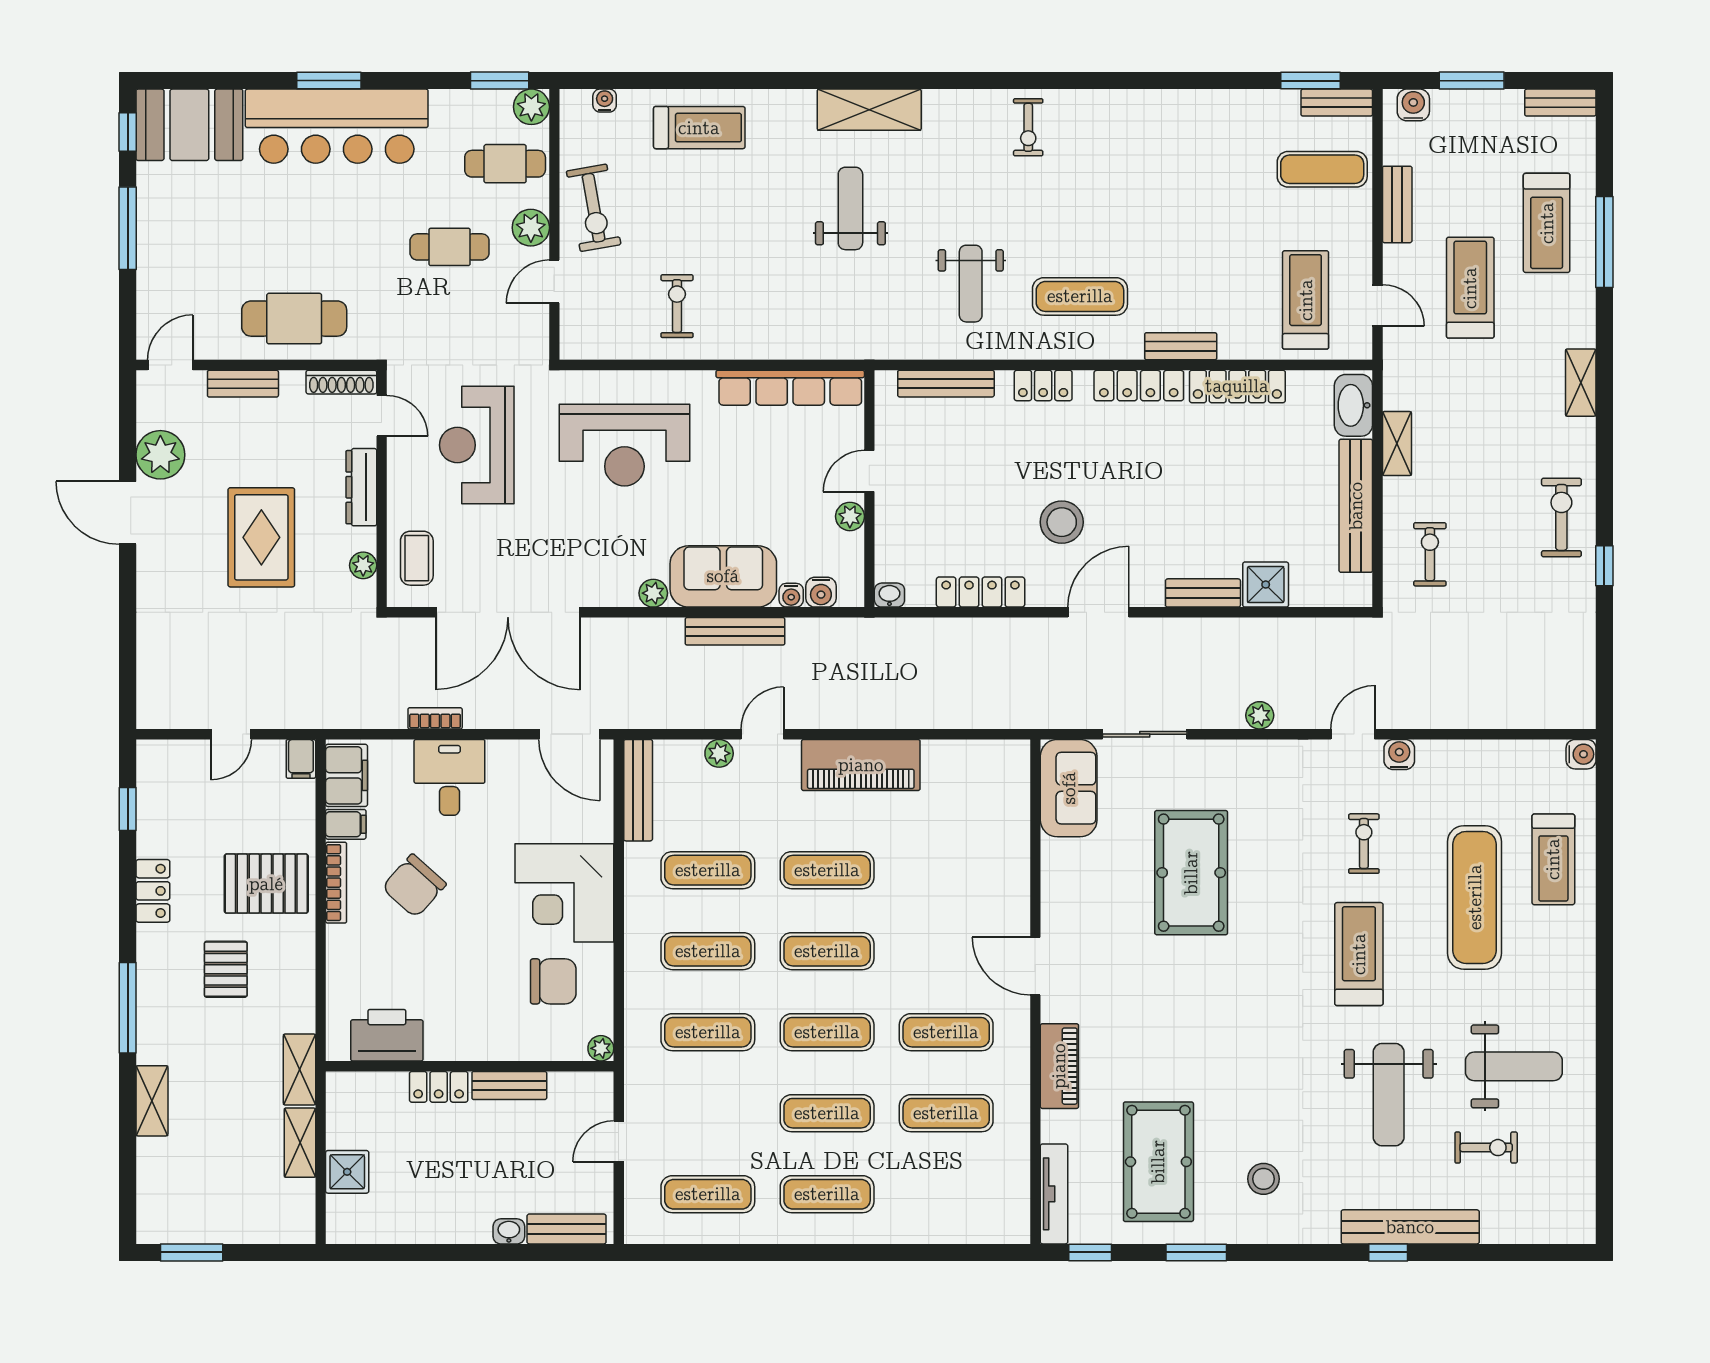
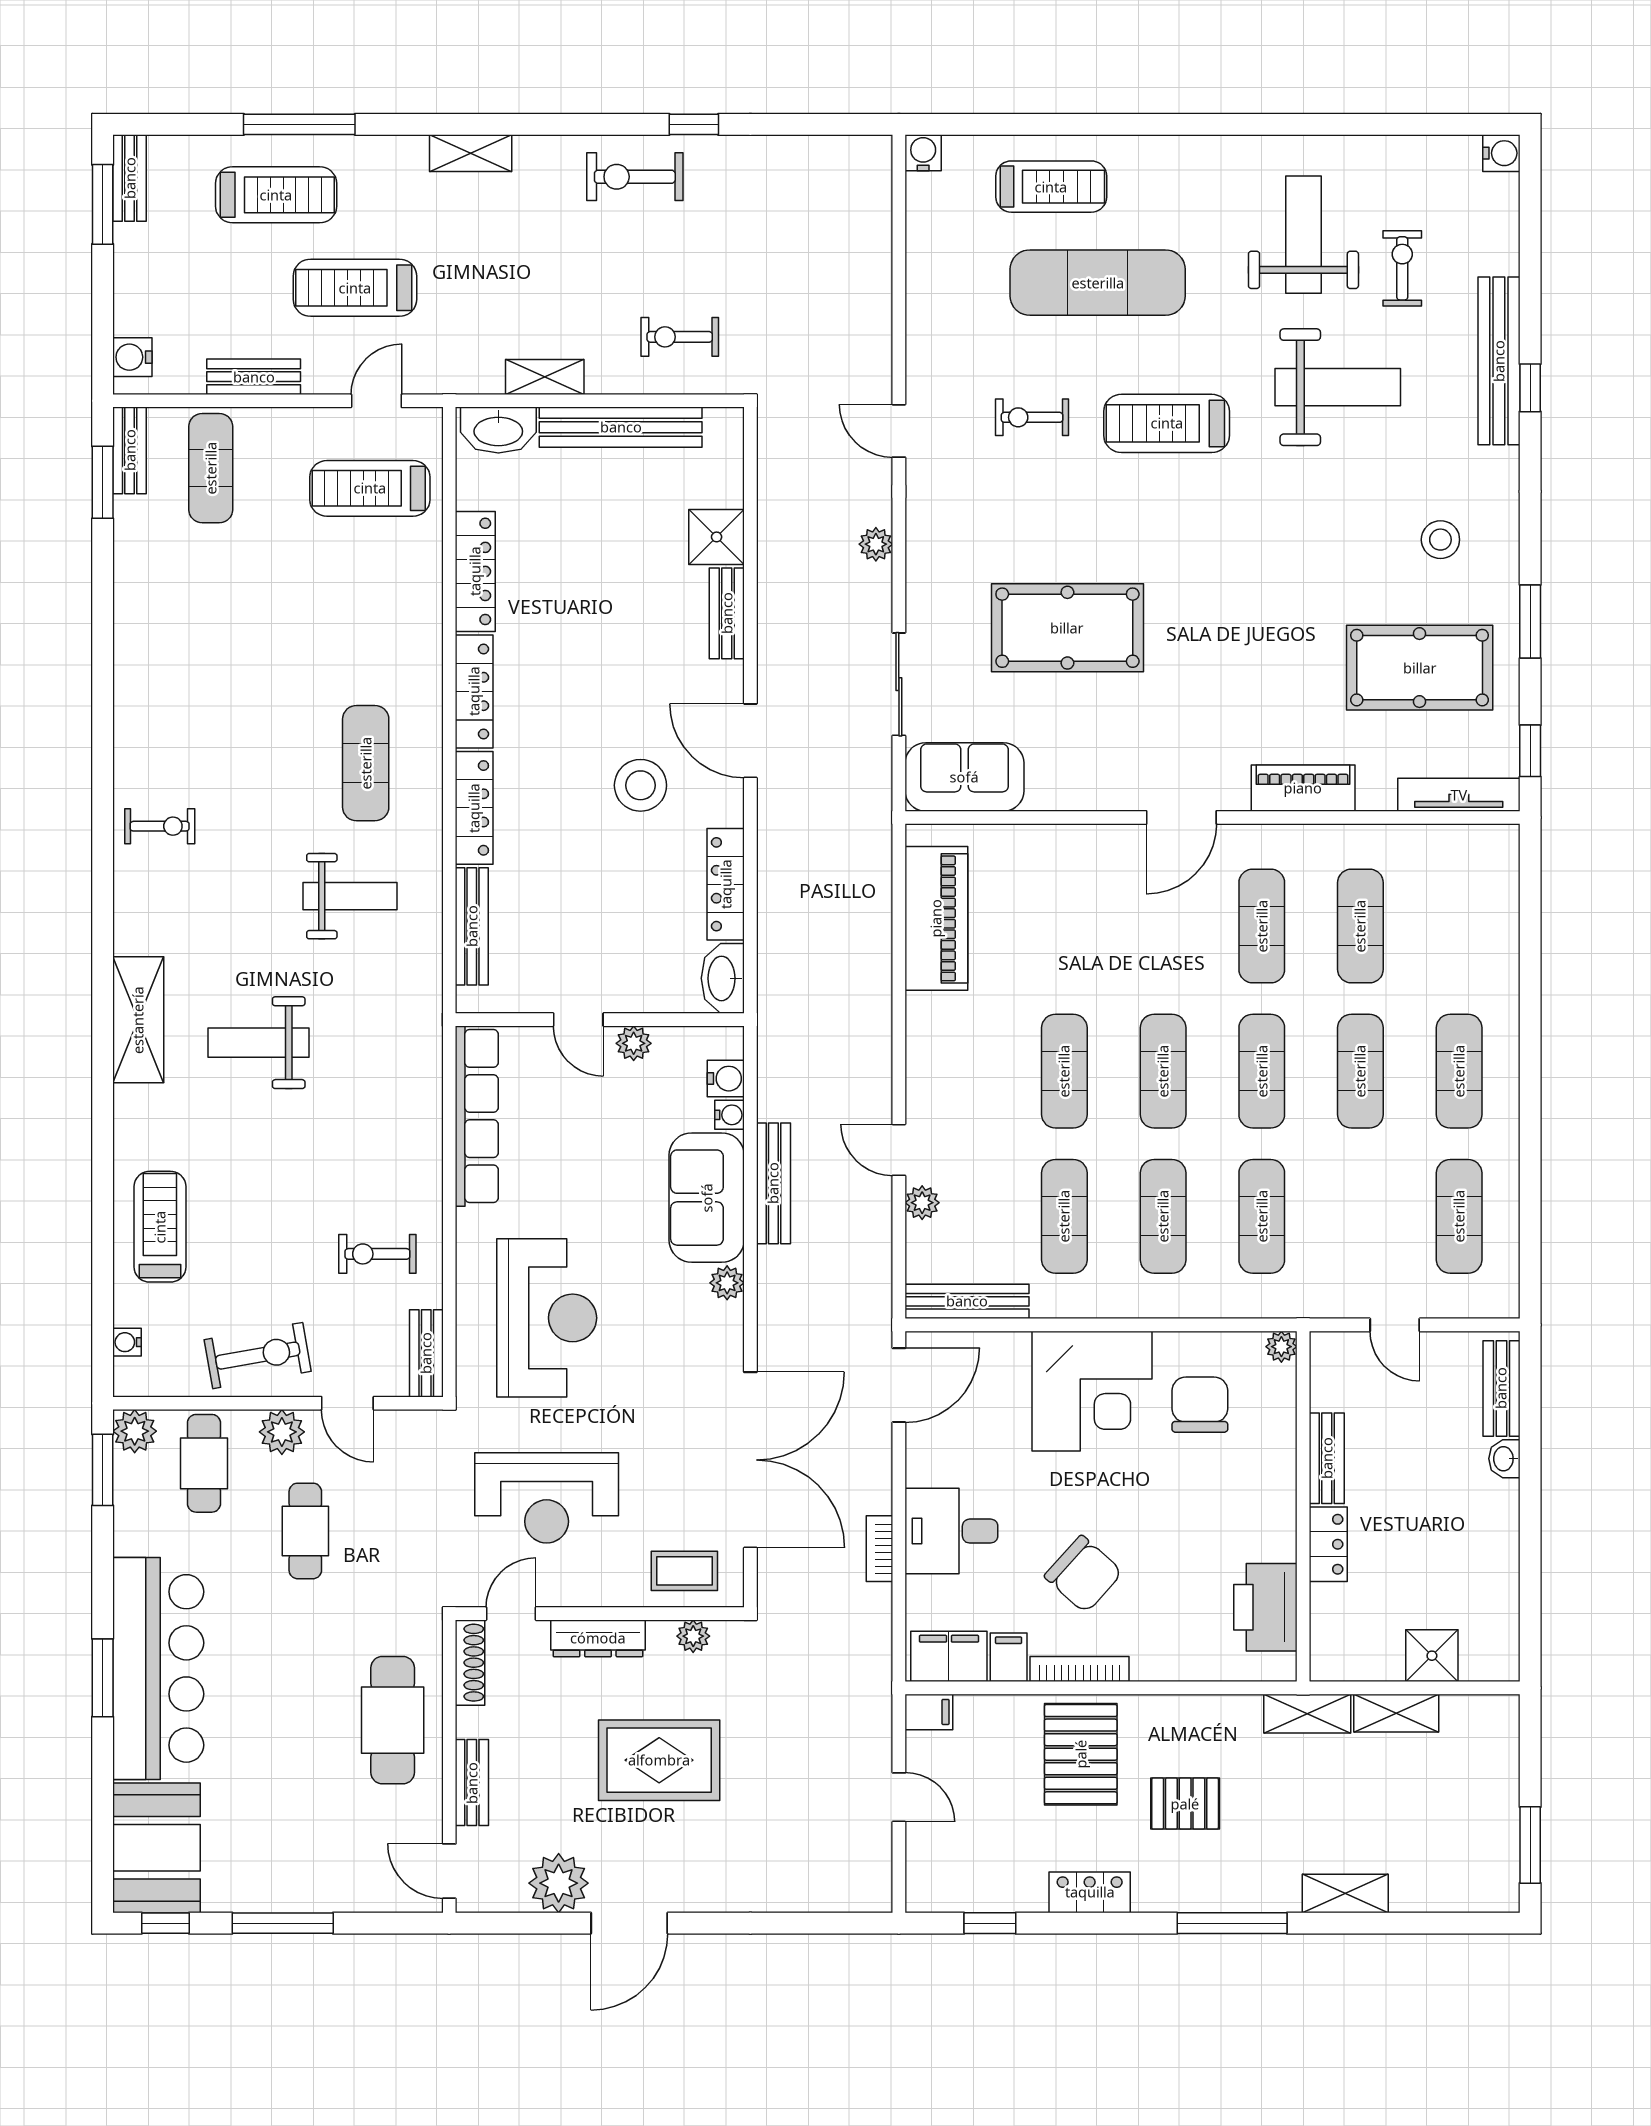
window: (1472, 81) -> (103, 204), moved
bench: (1181, 346) -> (426, 1353), moved
locker: (1043, 385) -> (474, 808), width x1.53
washbasin: (889, 595) -> (723, 978), width x1.91, depth x1.45
water cooler: (1399, 754) -> (1501, 153), moved, turned 180
piano: (861, 765) -> (936, 918), moved

